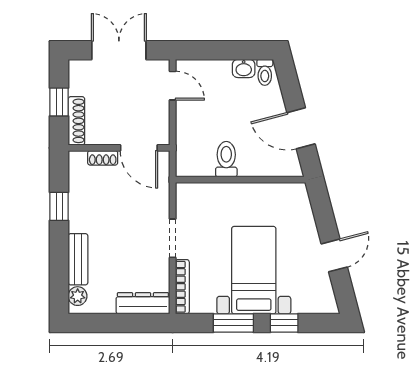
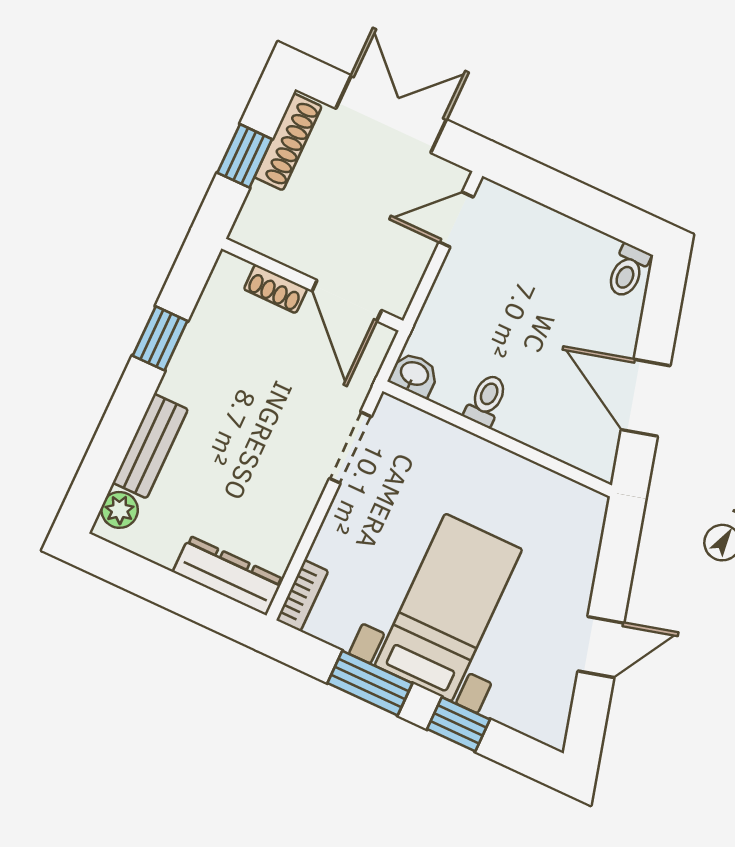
washbasin: (244, 68) -> (414, 374), moved, turned 180
door: (173, 86) -> (456, 220), swing flipped
shoe rack: (76, 121) -> (288, 142), moved
toilet: (226, 159) -> (486, 400), width x0.73, depth x0.72
doorway: (173, 238) -> (350, 448), moved
bookcase: (182, 287) -> (302, 596), width x0.64

